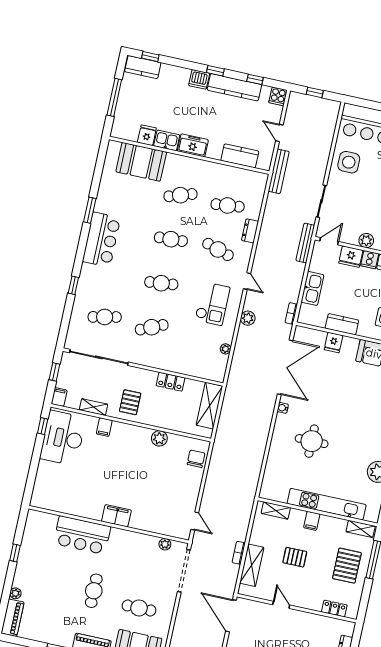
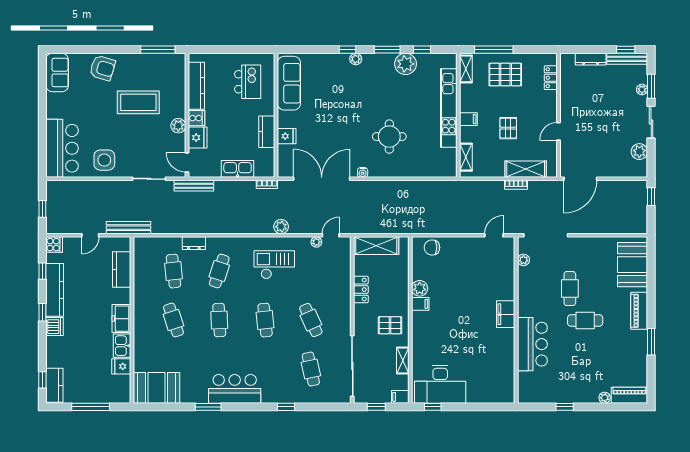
booth: (141, 162) -> (156, 388), moved, turned 90
door: (247, 281) -> (331, 235), moved
filing cabinet: (104, 427) -> (420, 304), moved
cafe table: (139, 608) -> (570, 289), moved

